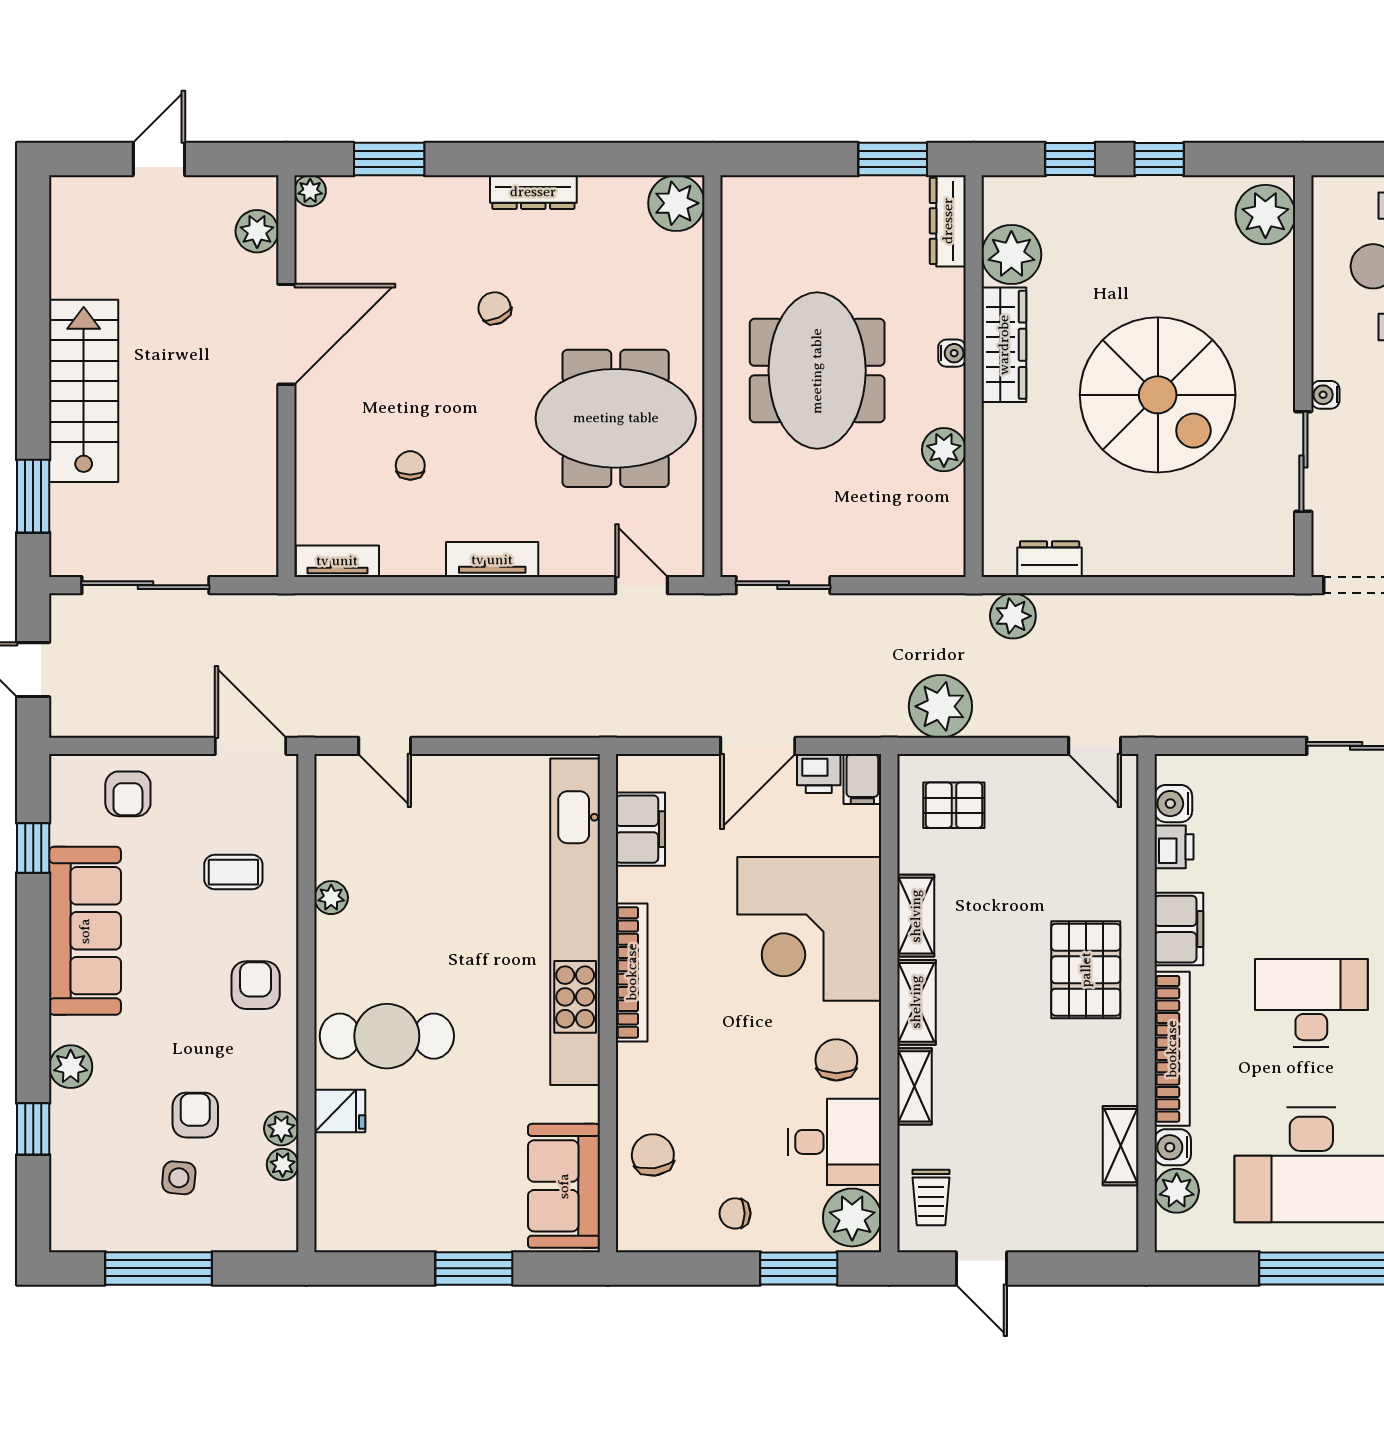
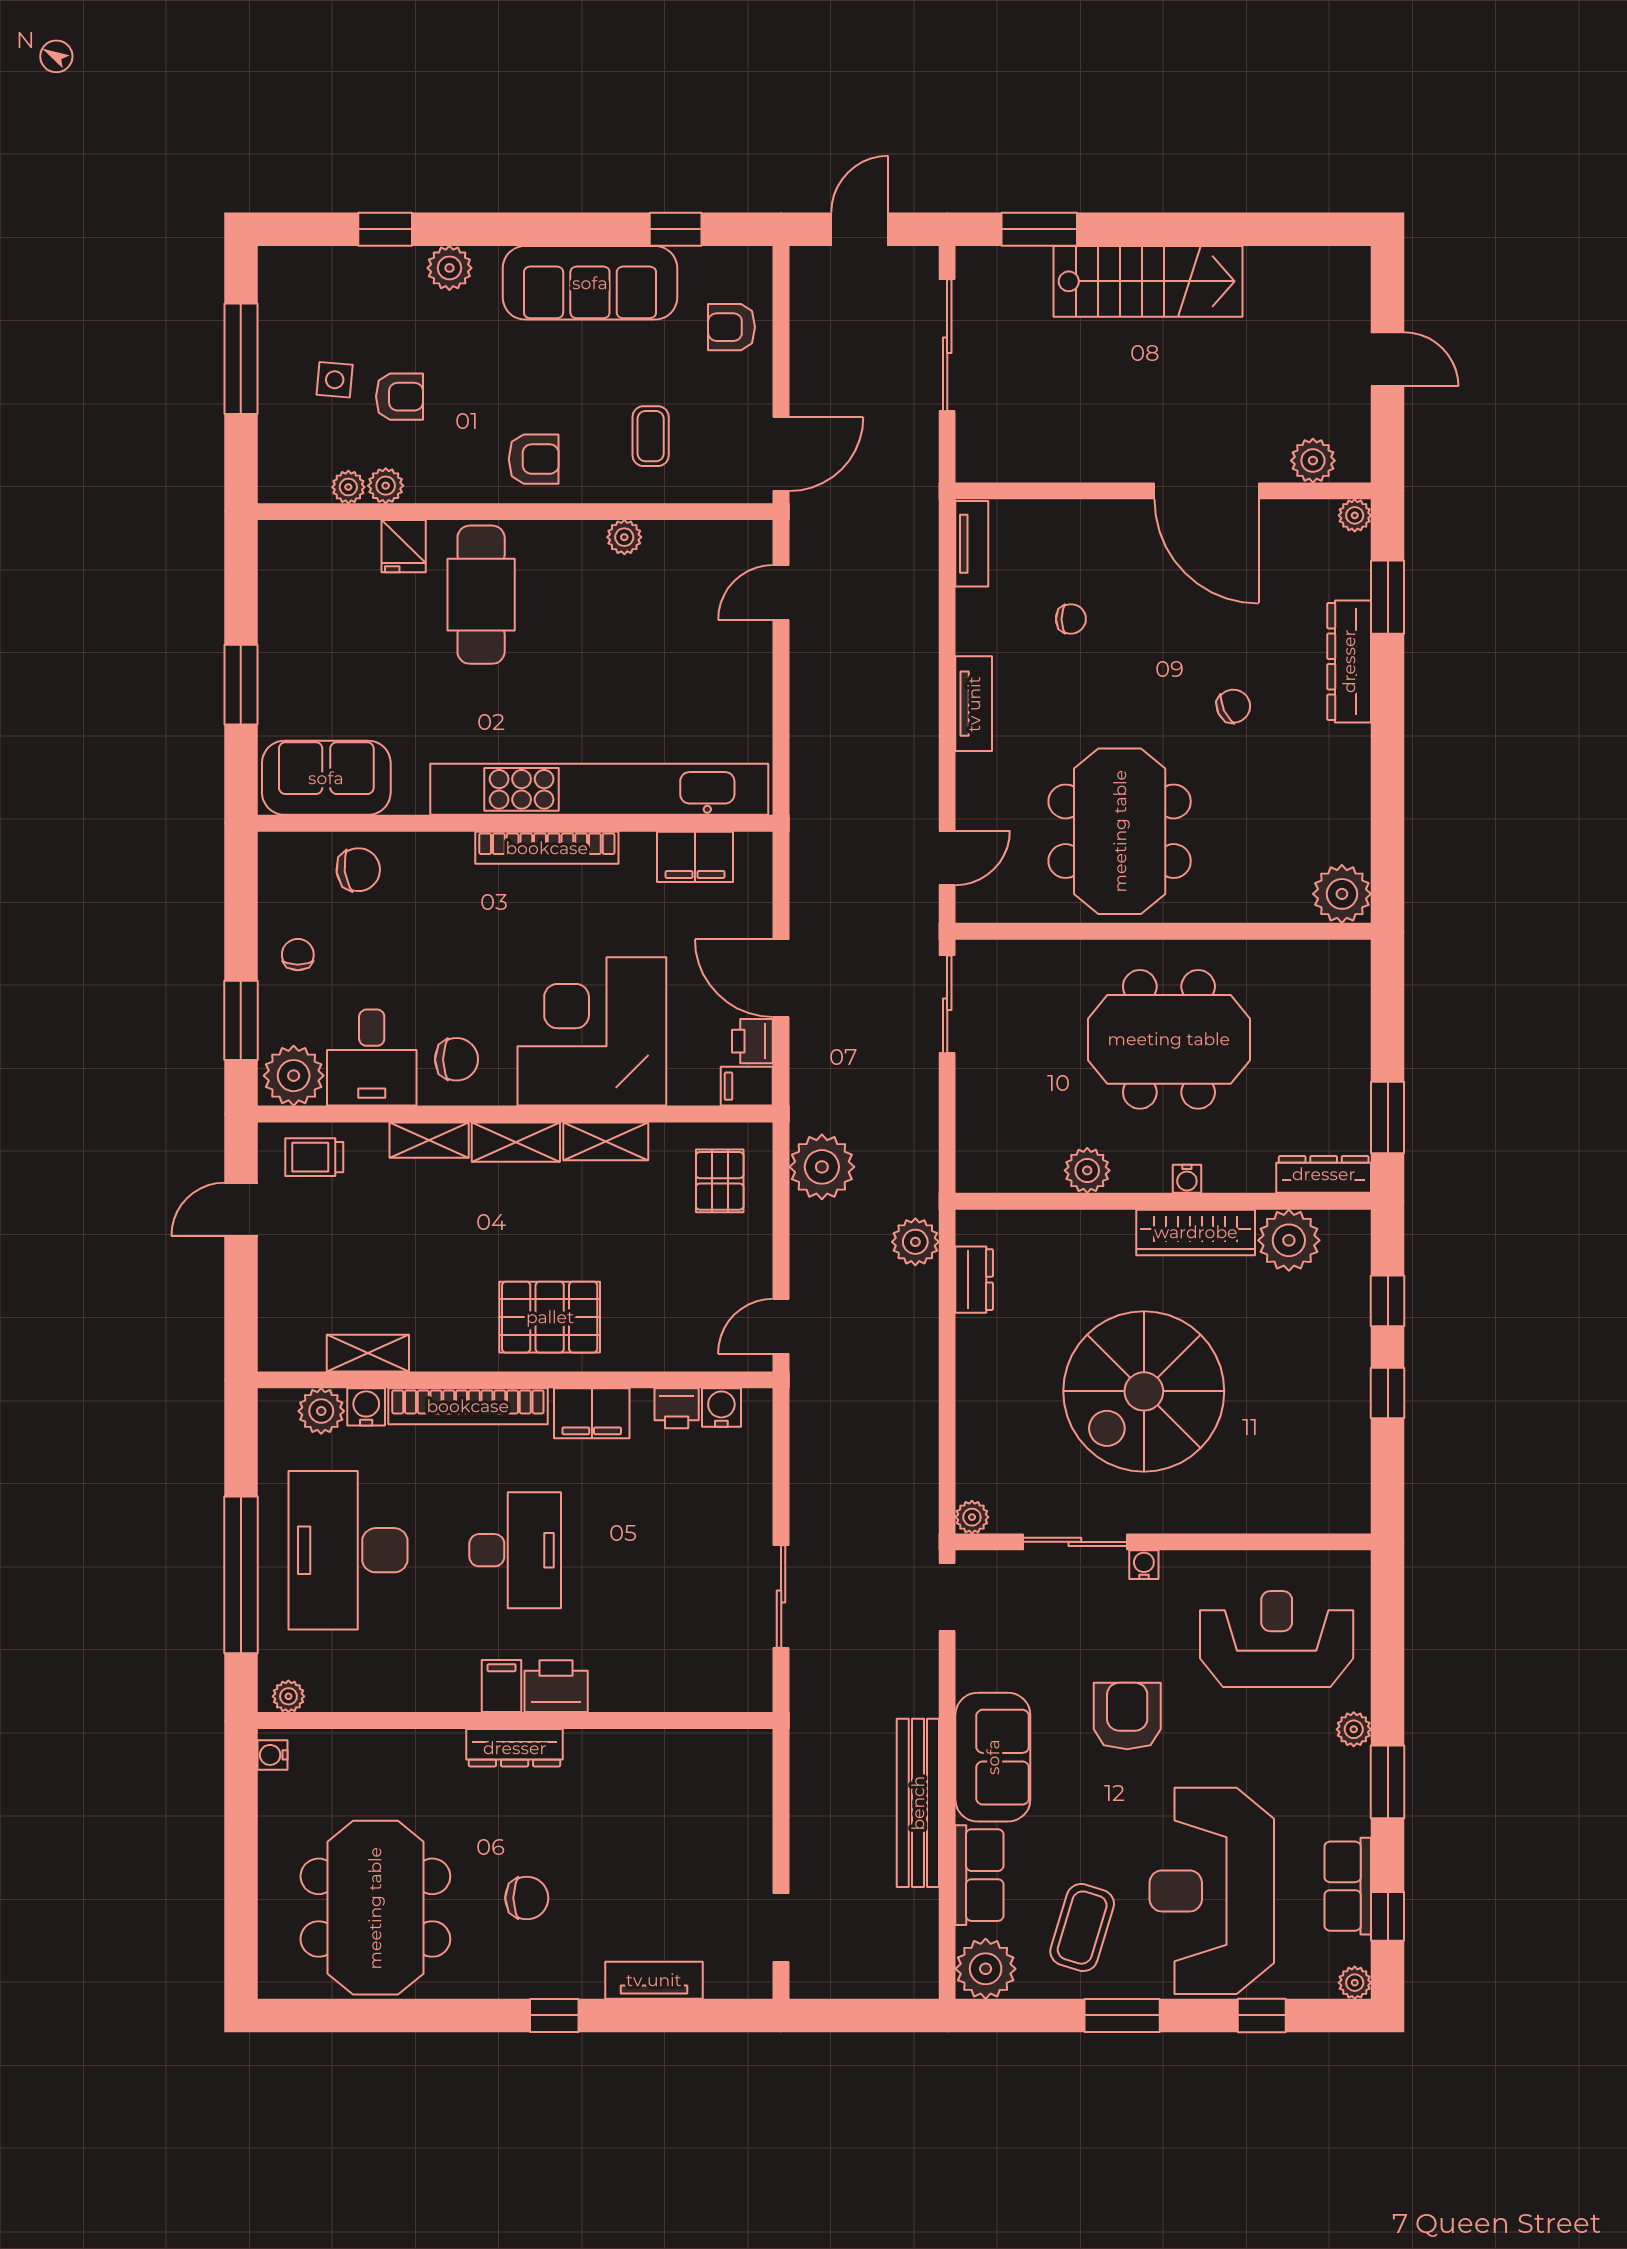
dresser: (533, 192) -> (1349, 661), moved, width x1.37, depth x1.24
plant: (1265, 215) -> (972, 1517), moved, width x0.53, depth x0.53

